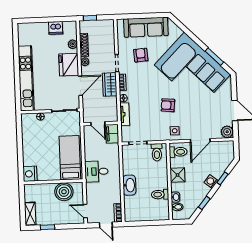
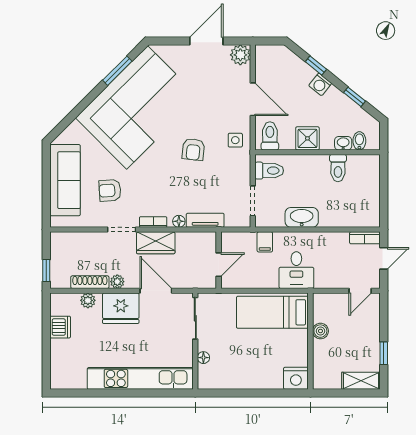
filing cabinet: (112, 134) -> (265, 242), moved, width x0.50
washbasin: (129, 185) -> (302, 217), moved
boiler: (64, 192) -> (320, 331), width x0.54, depth x0.54

